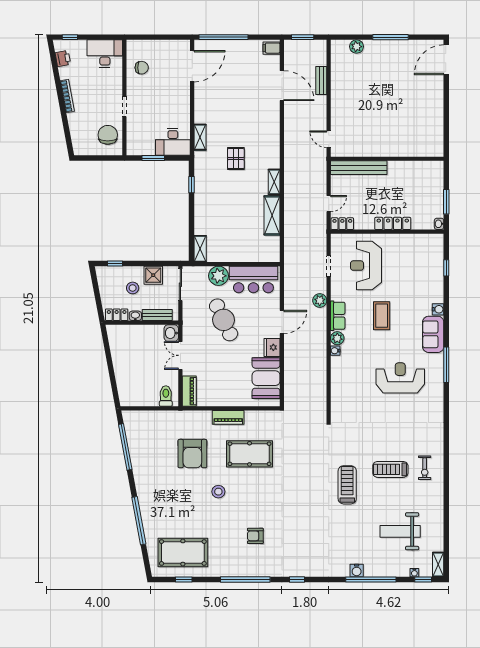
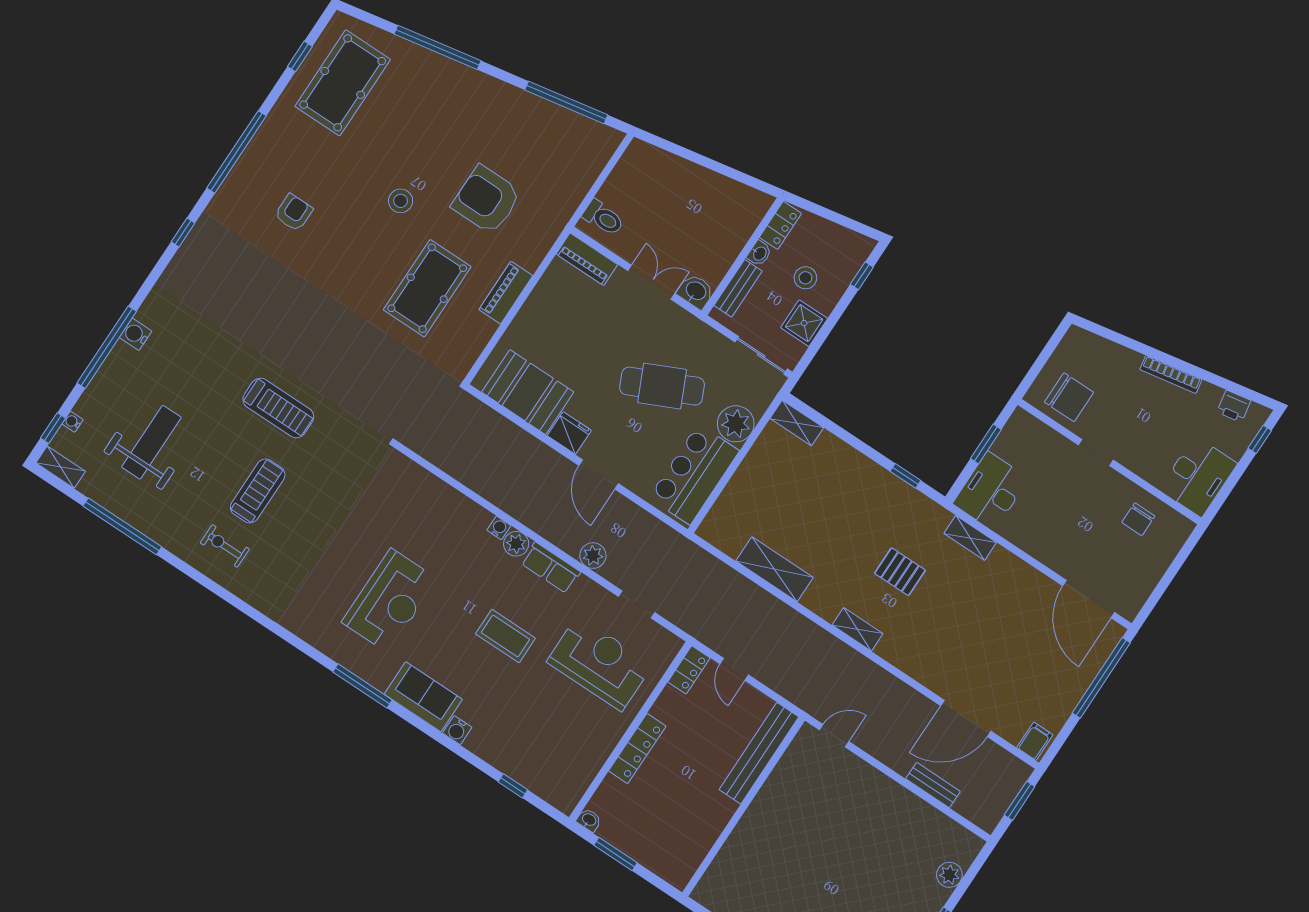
shelving: (274, 182) -> (858, 629), moved
window: (446, 519) -> (122, 526), added

